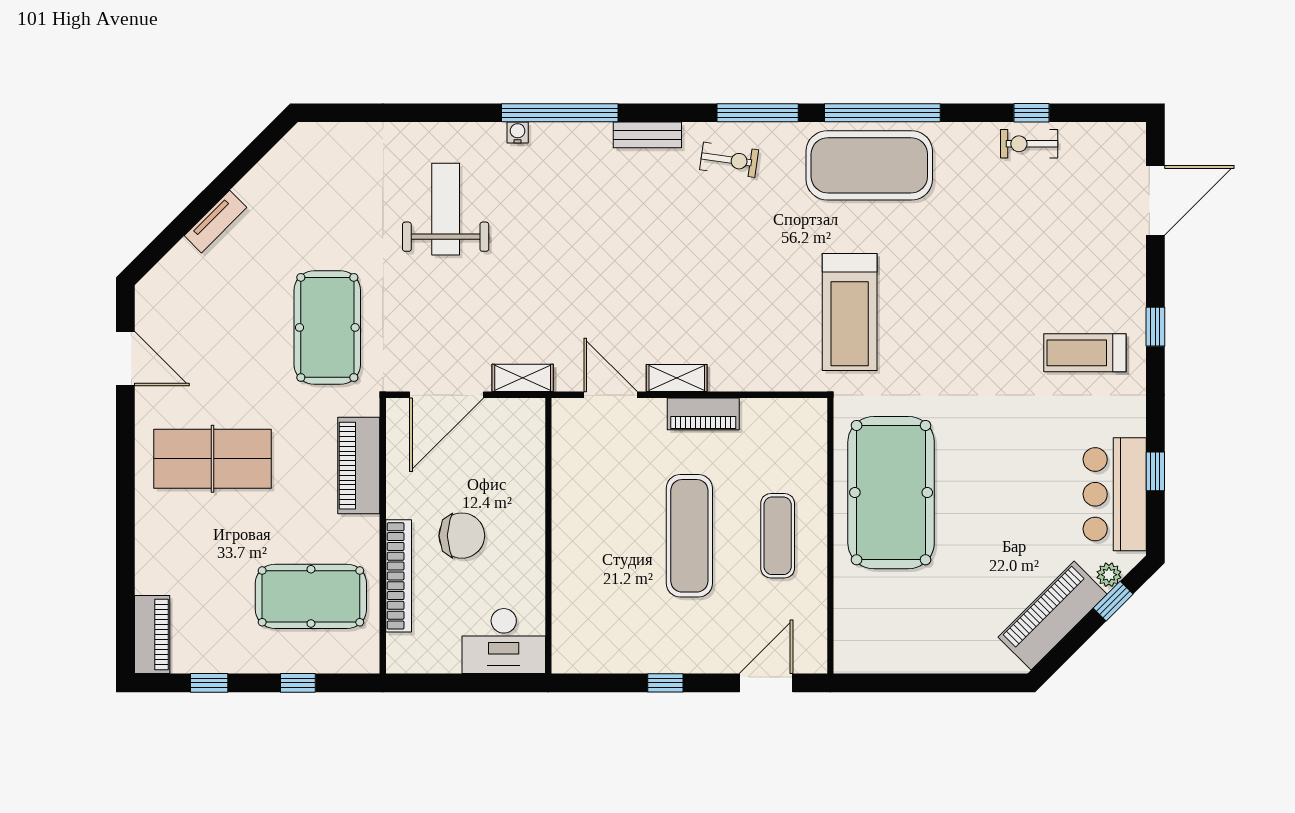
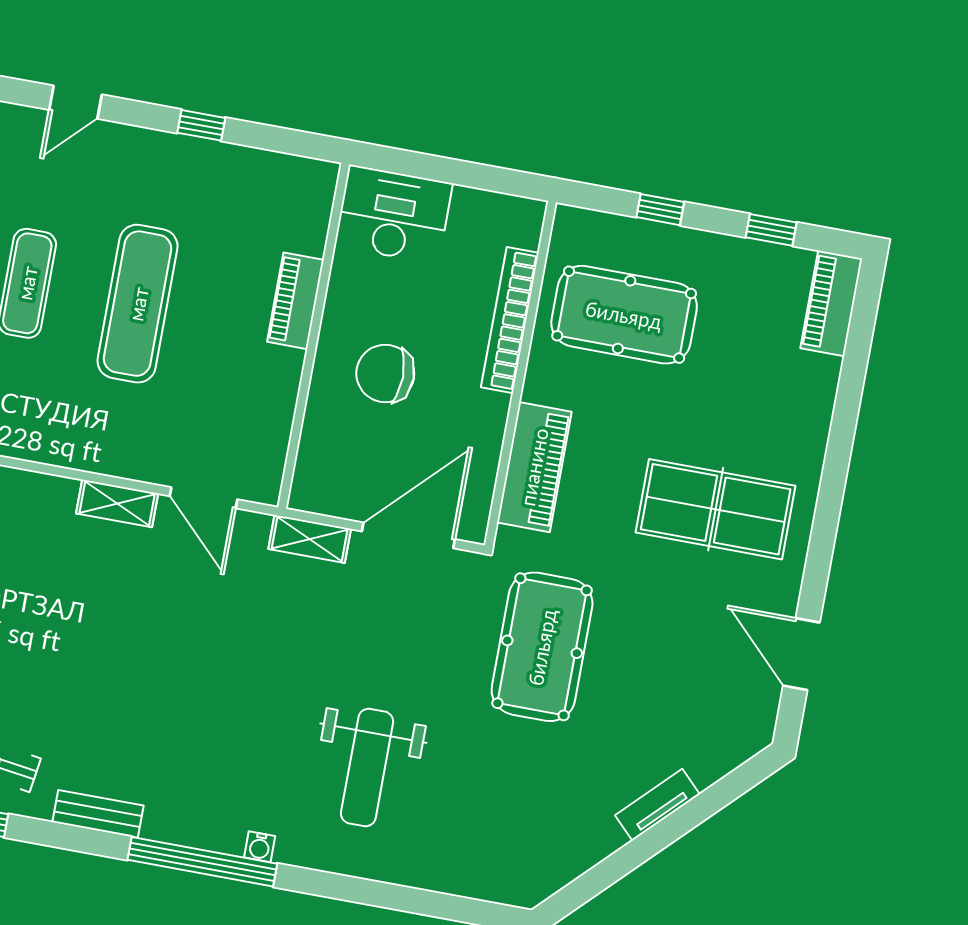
piano: (703, 414) -> (295, 301), moved, turned -90
chair: (462, 536) -> (385, 373), moved
door: (766, 683) -> (76, 102), width x0.73

